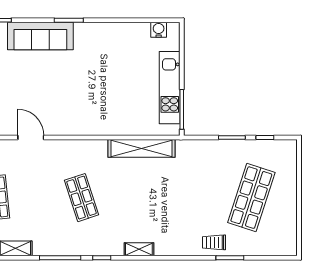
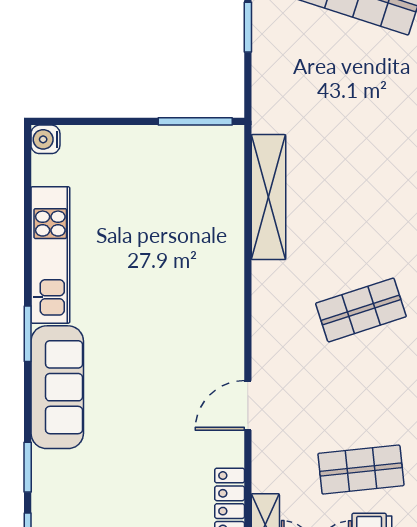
water cooler: (159, 30) -> (45, 139), moved
kitchen unit: (170, 88) -> (50, 255), moved, turned -90

